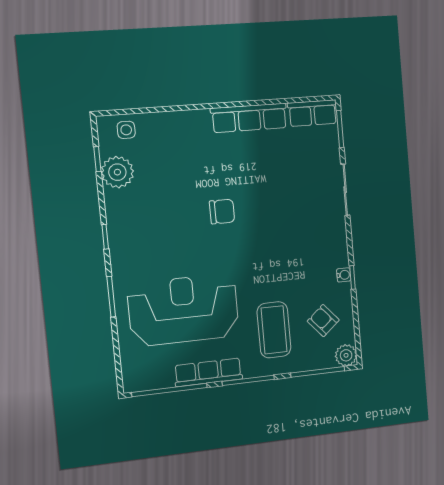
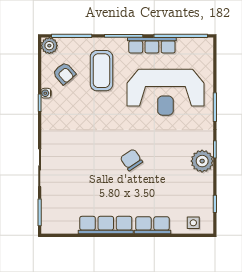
row of seats: (313, 113) -> (152, 225), moved
plant: (117, 172) -> (202, 161), moved
chair: (222, 212) -> (131, 160), turned 56
water cooler: (344, 275) -> (46, 93), moved

